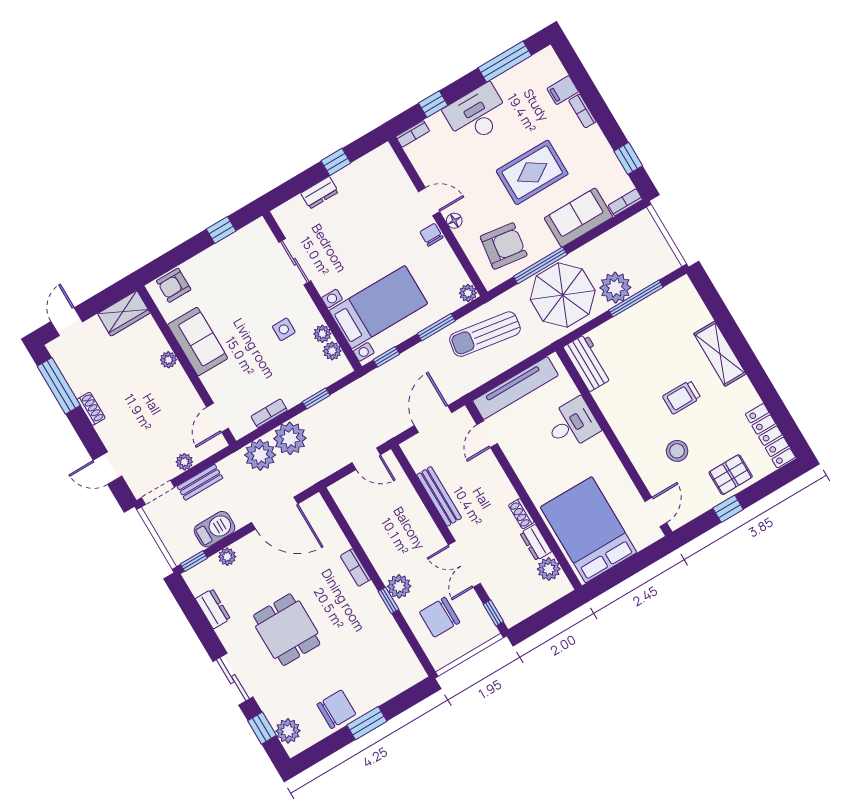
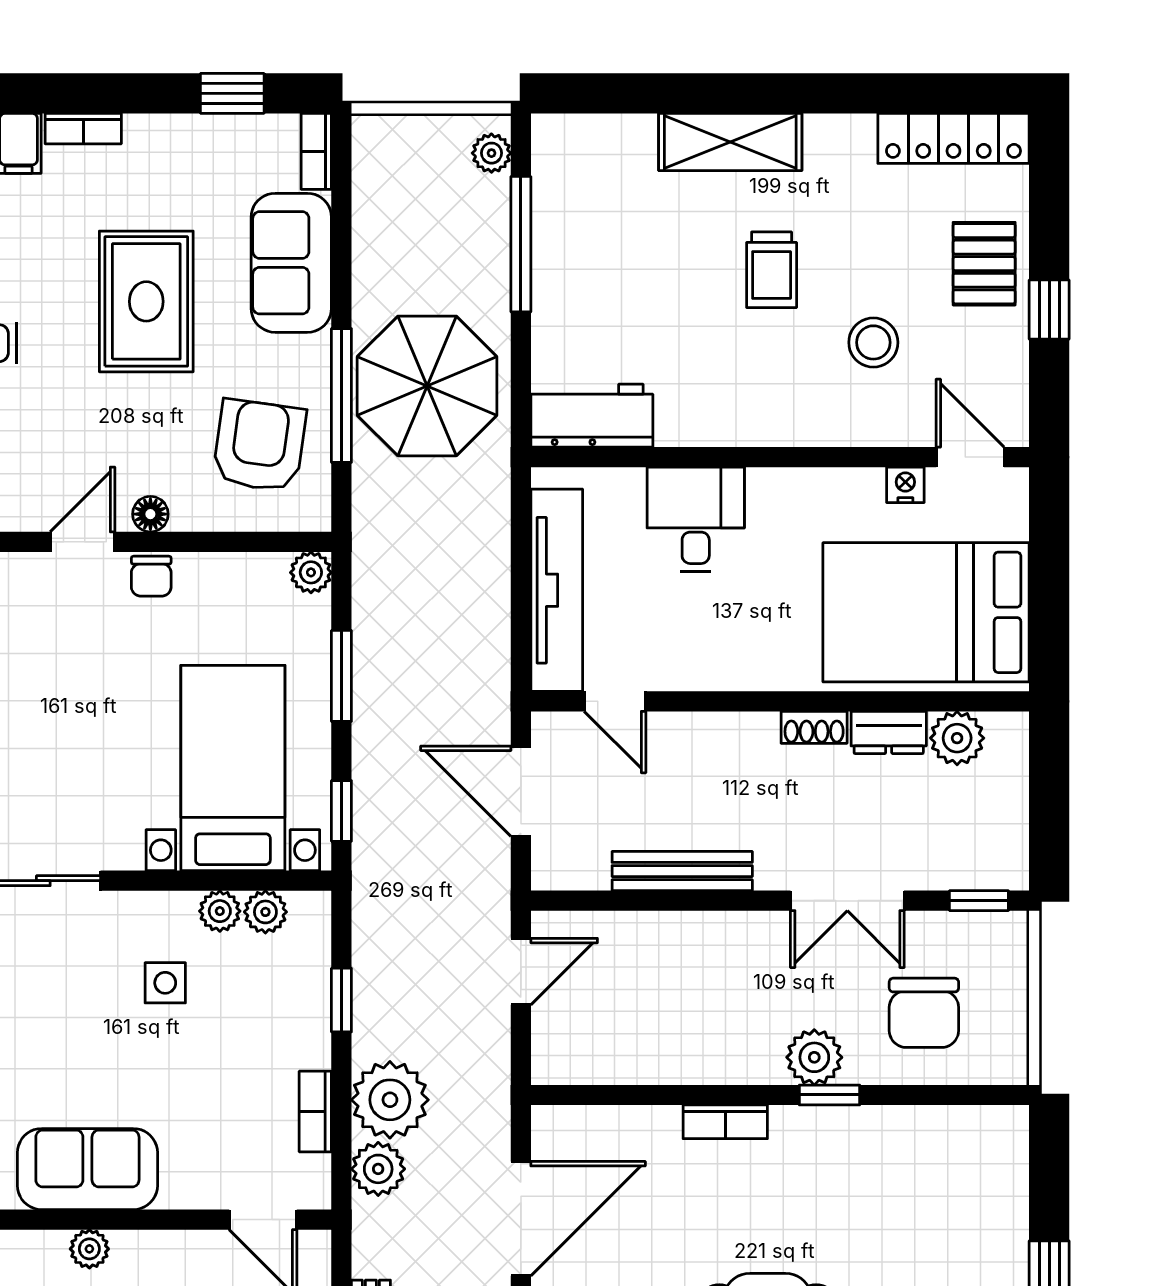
chair: (431, 235) -> (151, 576), turned -90
plant: (615, 288) -> (491, 153), moved, width x0.53, depth x0.53
sun lounger: (485, 334) -> (413, 587), removed
plant: (260, 455) -> (378, 1169), width x0.73, depth x0.73
nightstand: (631, 494) -> (905, 485), added

